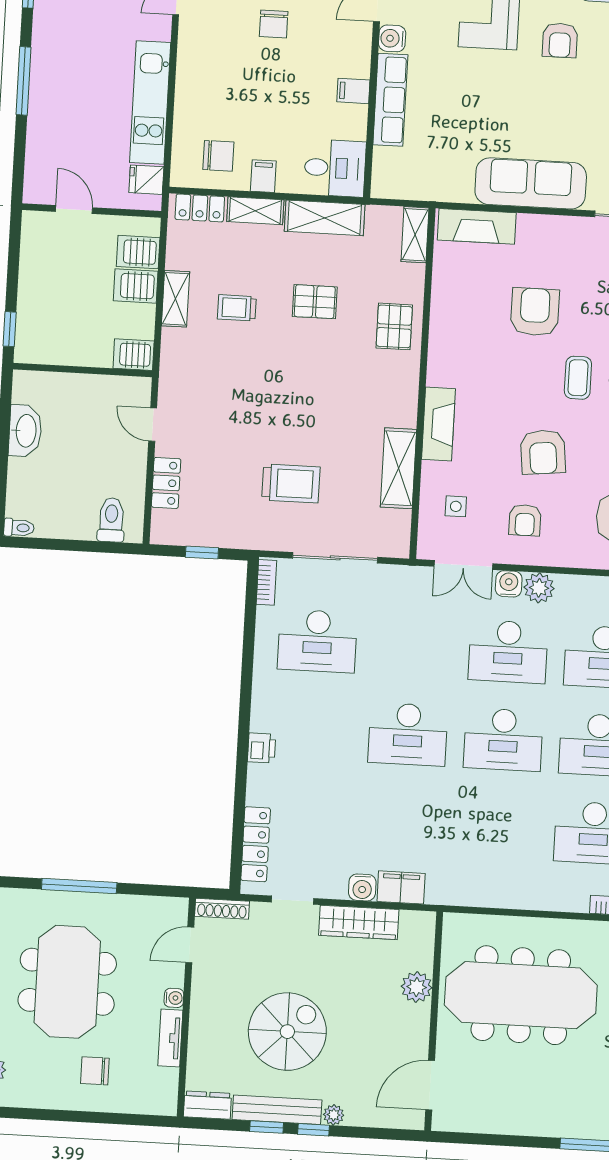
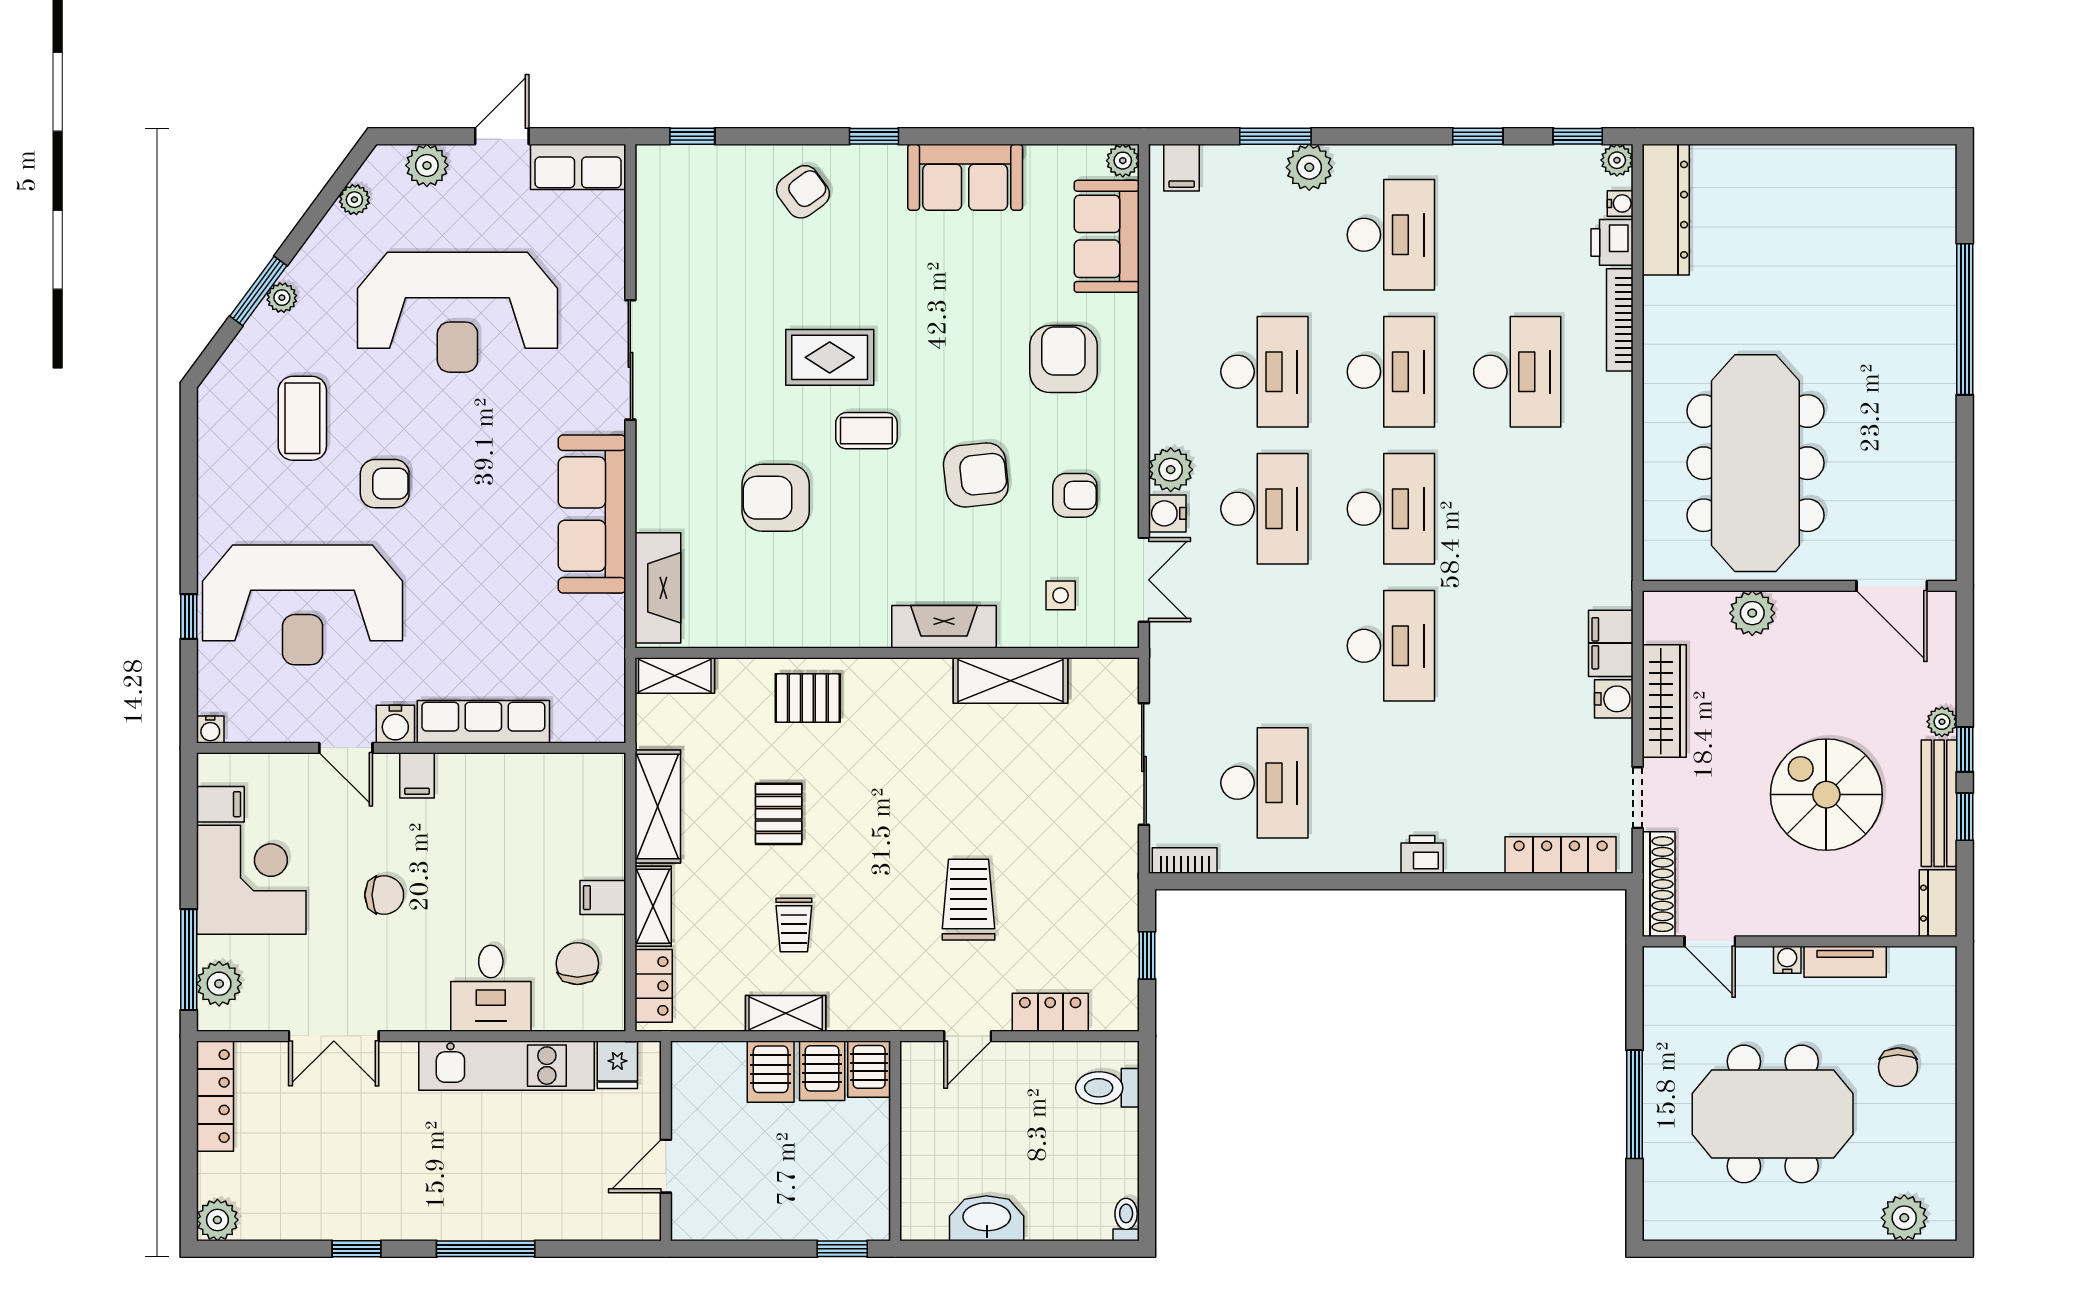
filing cabinet: (353, 91) -> (417, 775), moved
desk: (335, 168) -> (491, 988), moved, turned 180
server rack: (138, 252) -> (822, 1071), moved
trolley: (291, 483) -> (968, 900), moved
shoe rack: (222, 909) -> (1659, 884), width x1.36, depth x1.24

